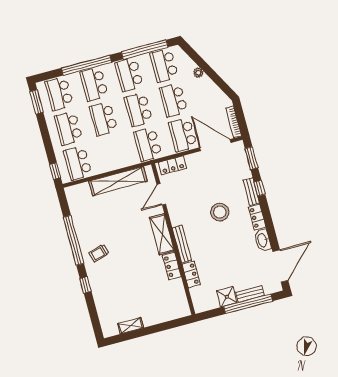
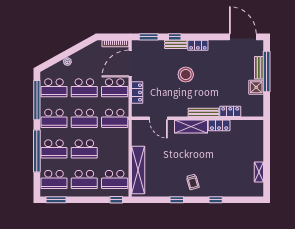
locker: (172, 165) -> (137, 92), moved
shelving: (118, 181) -> (138, 170), moved
window: (74, 240) -> (177, 200), width x0.32
washbasin: (263, 240) -> (218, 46), removed

